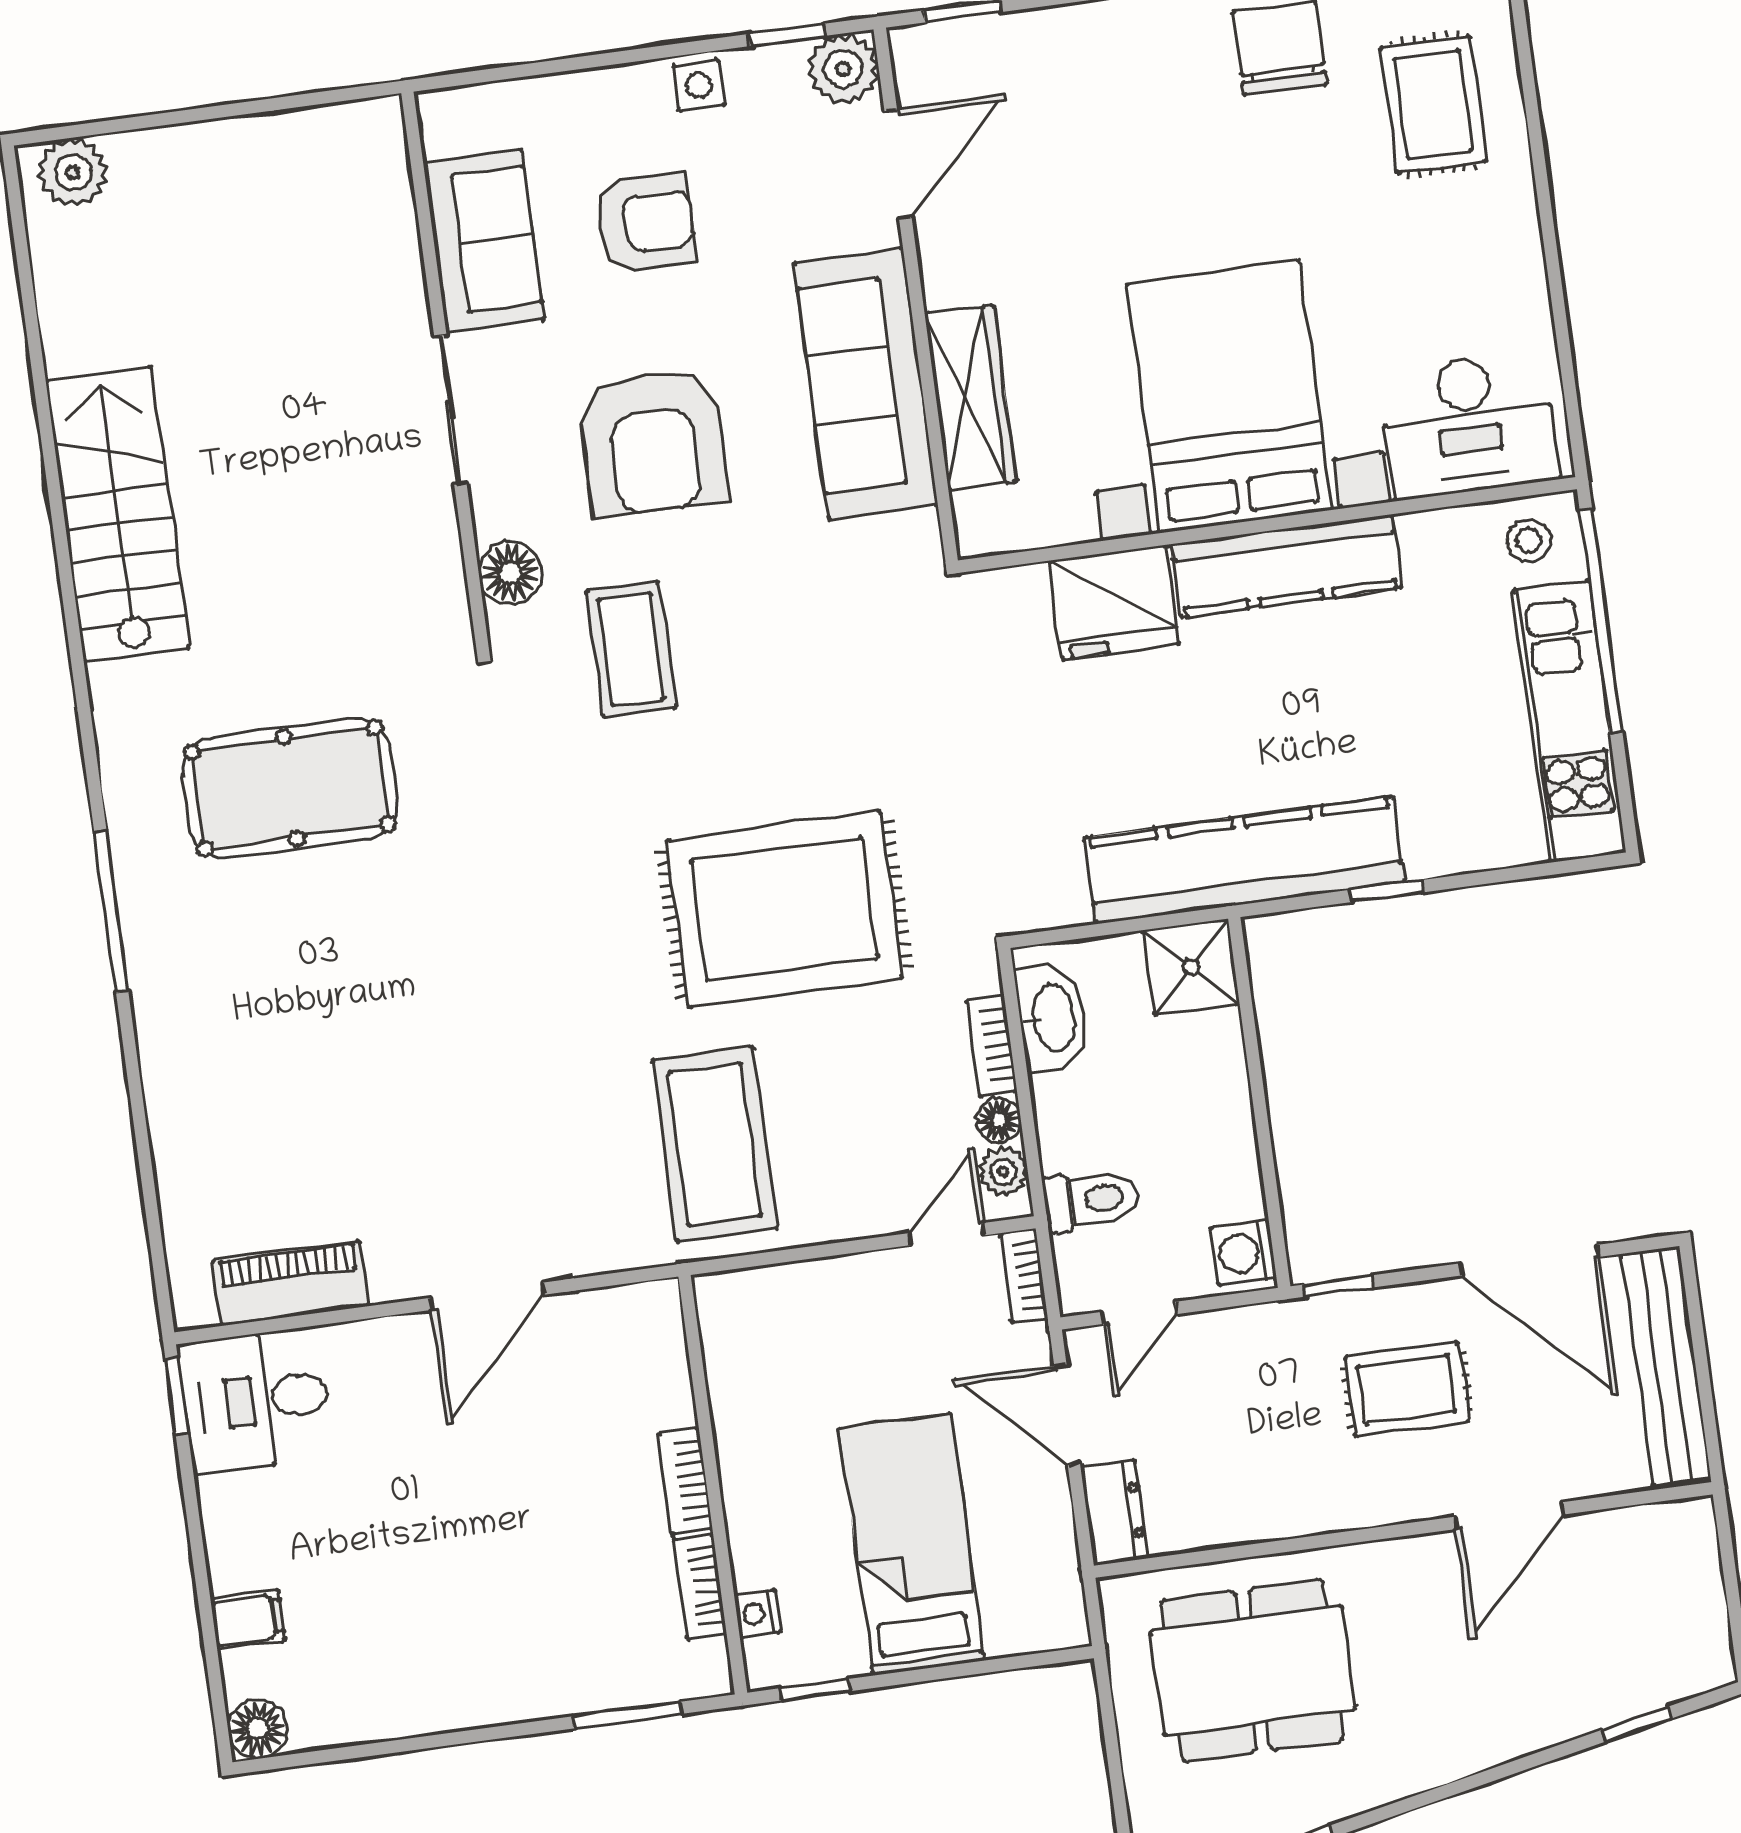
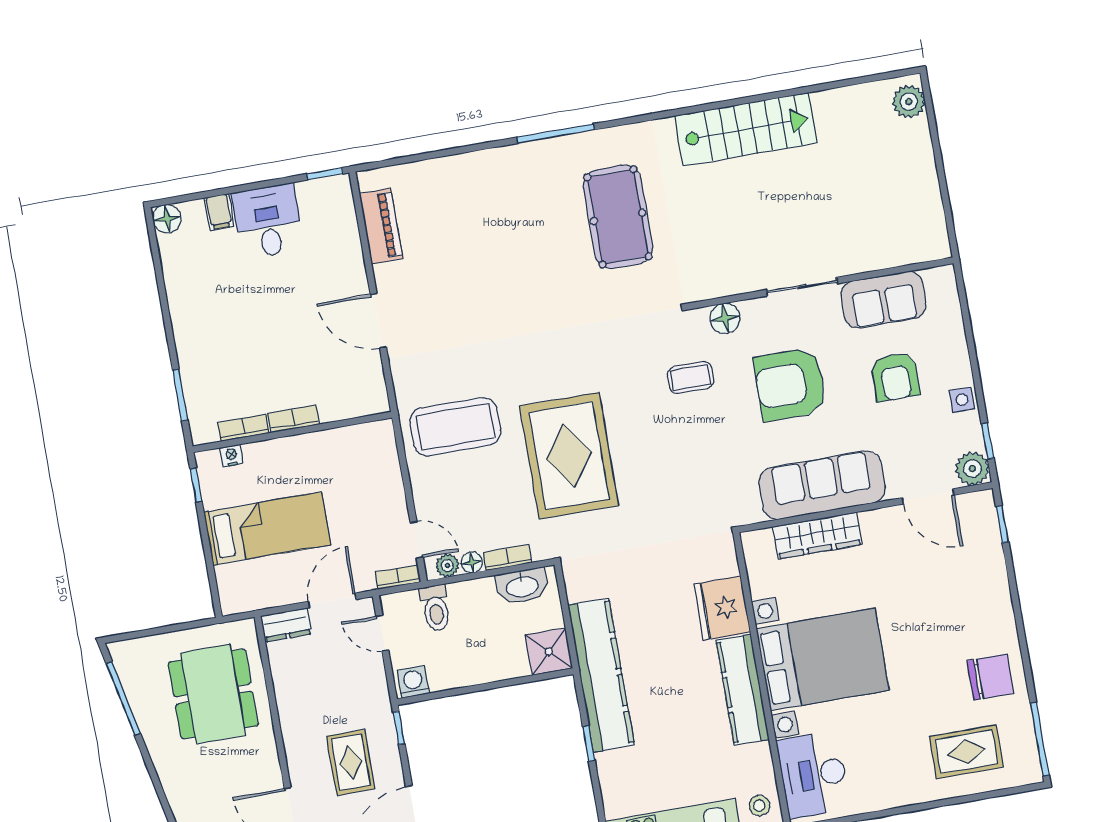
coffee table: (631, 649) -> (691, 378), width x0.73, depth x0.77
desk: (255, 1400) -> (268, 221), moved

